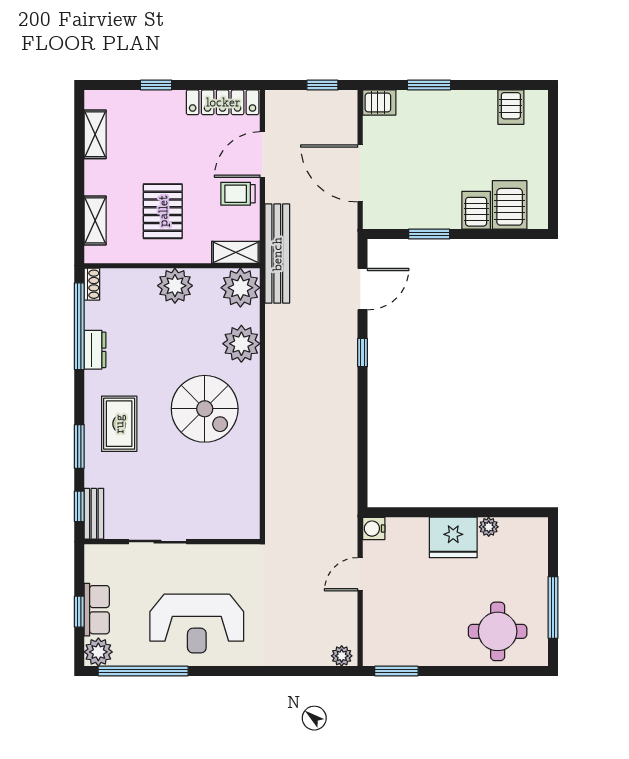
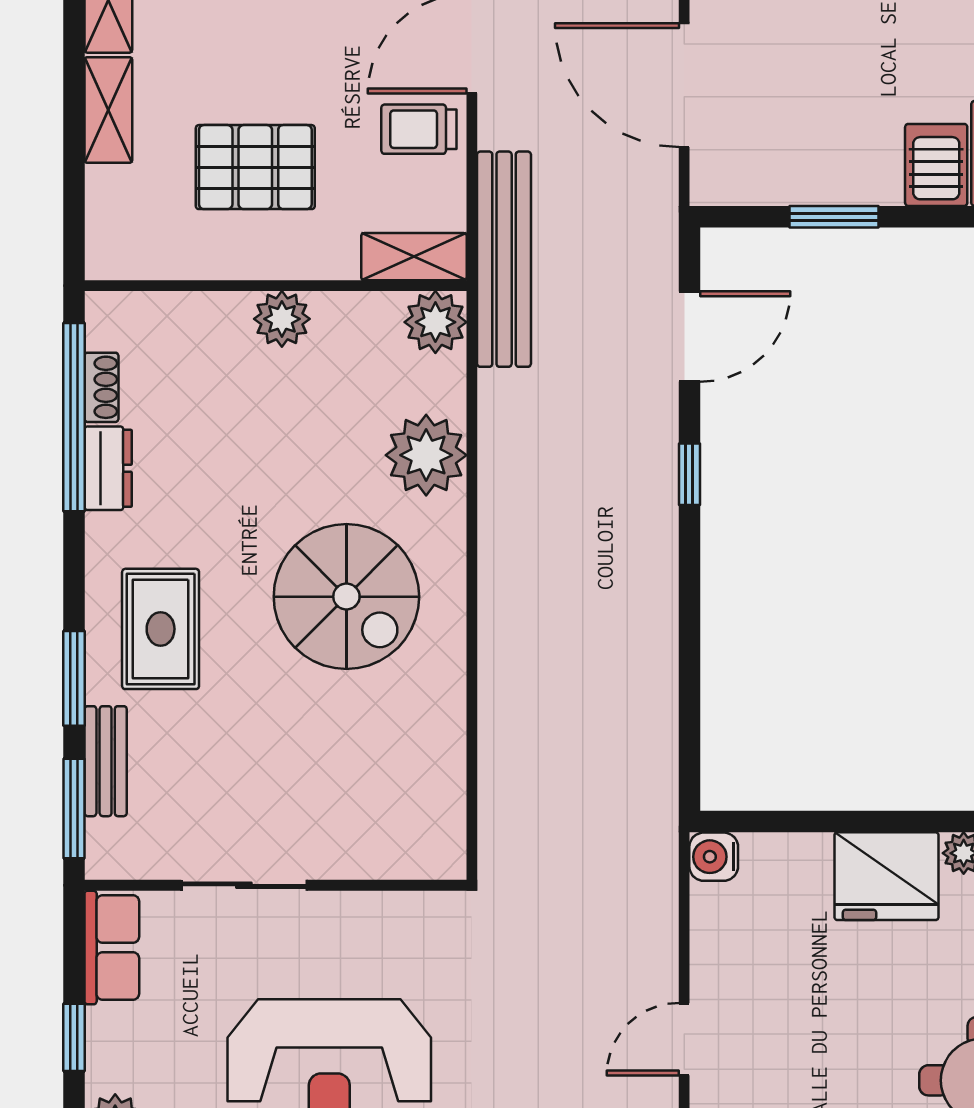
pallet: (163, 211) -> (255, 167), turned 90
shelving: (95, 220) -> (108, 110), moved
shoe rack: (92, 284) -> (101, 387), moved
plant: (175, 286) -> (282, 319), width x0.73, depth x0.73
plant: (240, 288) -> (435, 322), width x0.73, depth x0.73
window: (79, 506) -> (74, 809), width x1.50
bench: (94, 514) -> (106, 761), moved
door: (360, 574) -> (684, 1039), moved
row of seats: (97, 610) -> (112, 948), moved

